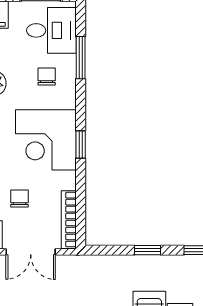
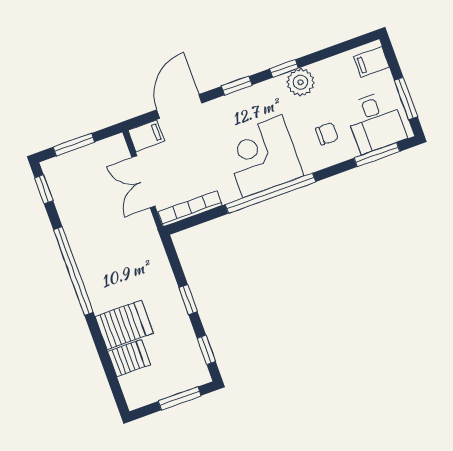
window: (81, 58) -> (377, 155), moved
window: (81, 145) -> (270, 193), width x3.17
chair: (20, 198) -> (194, 151), removed

